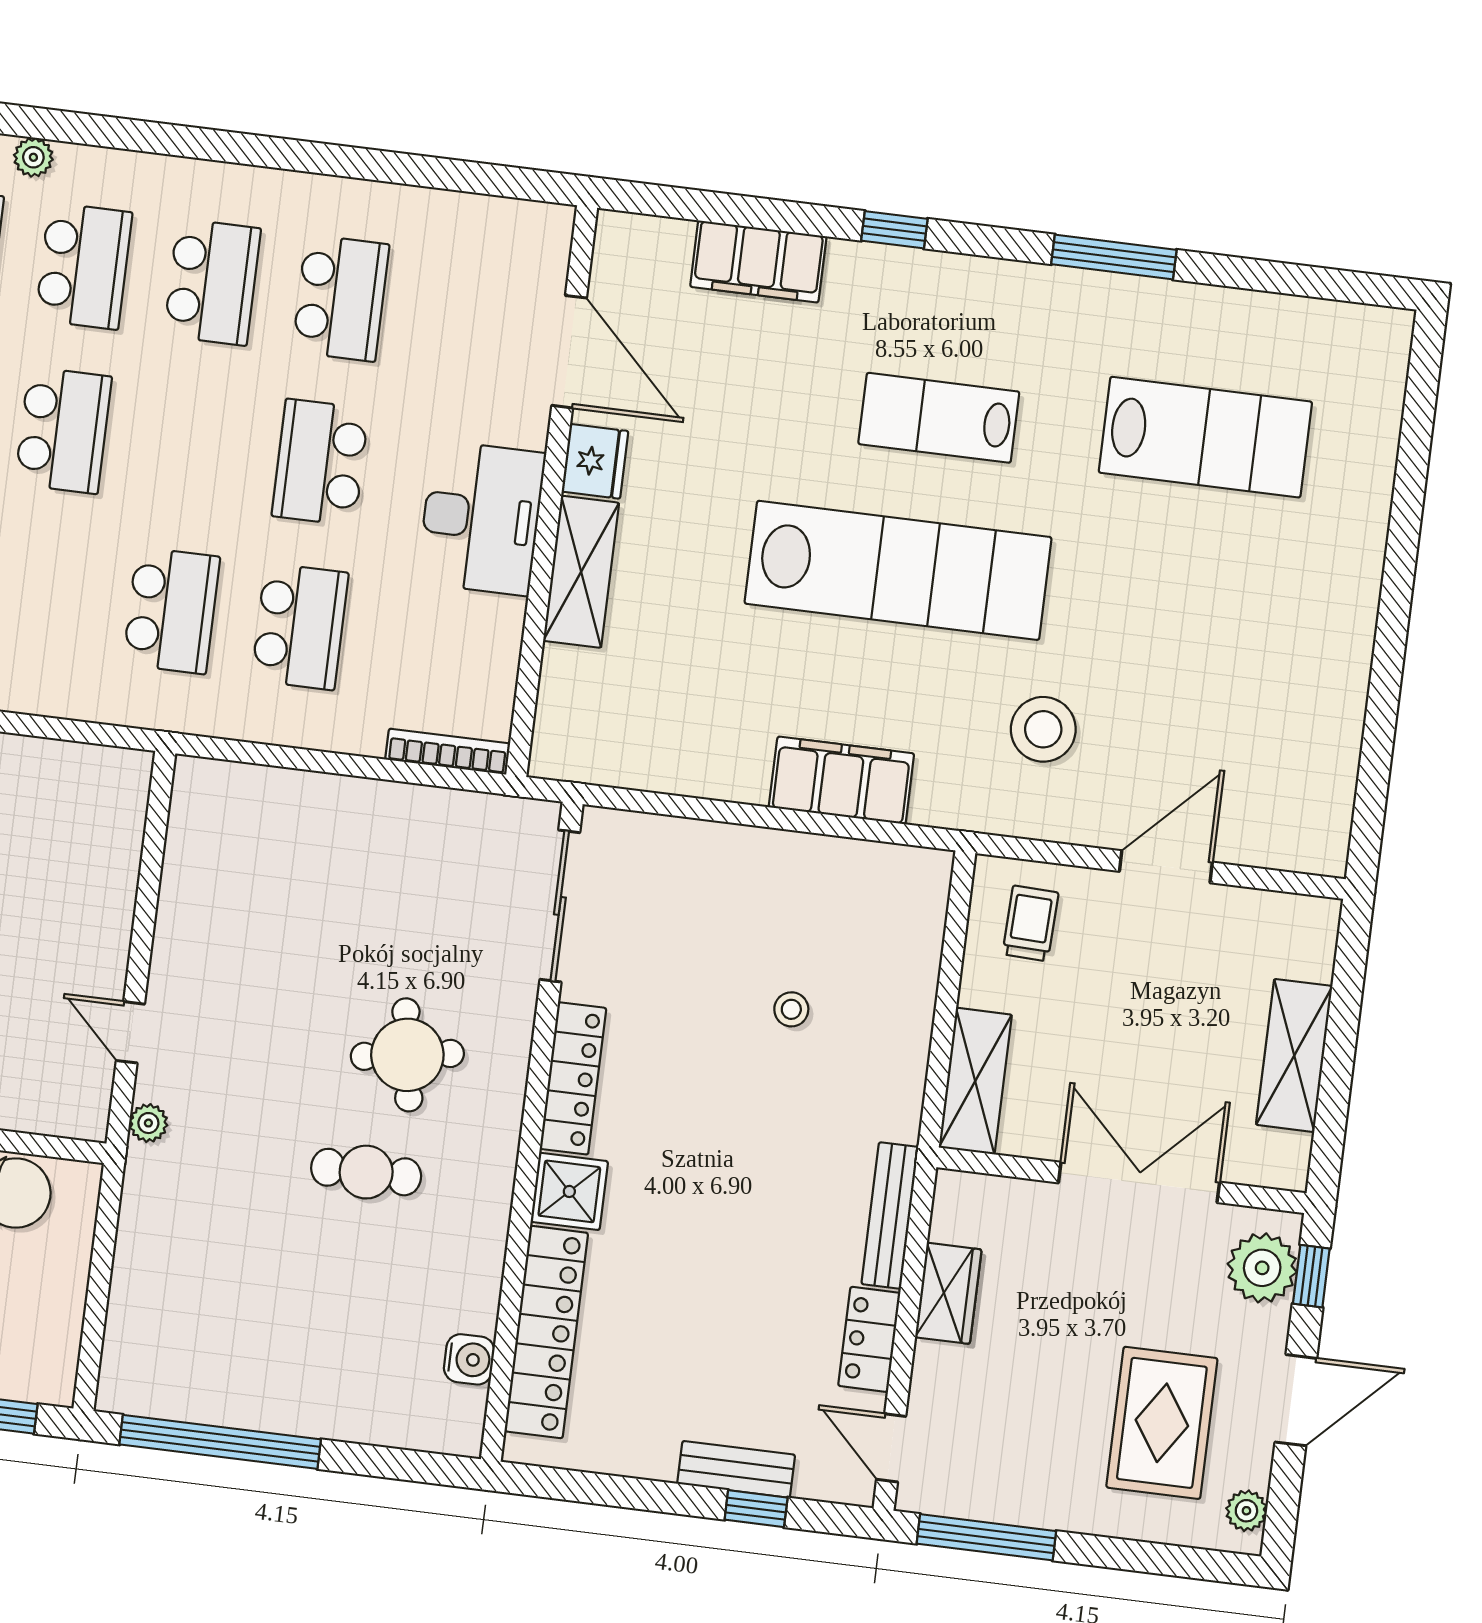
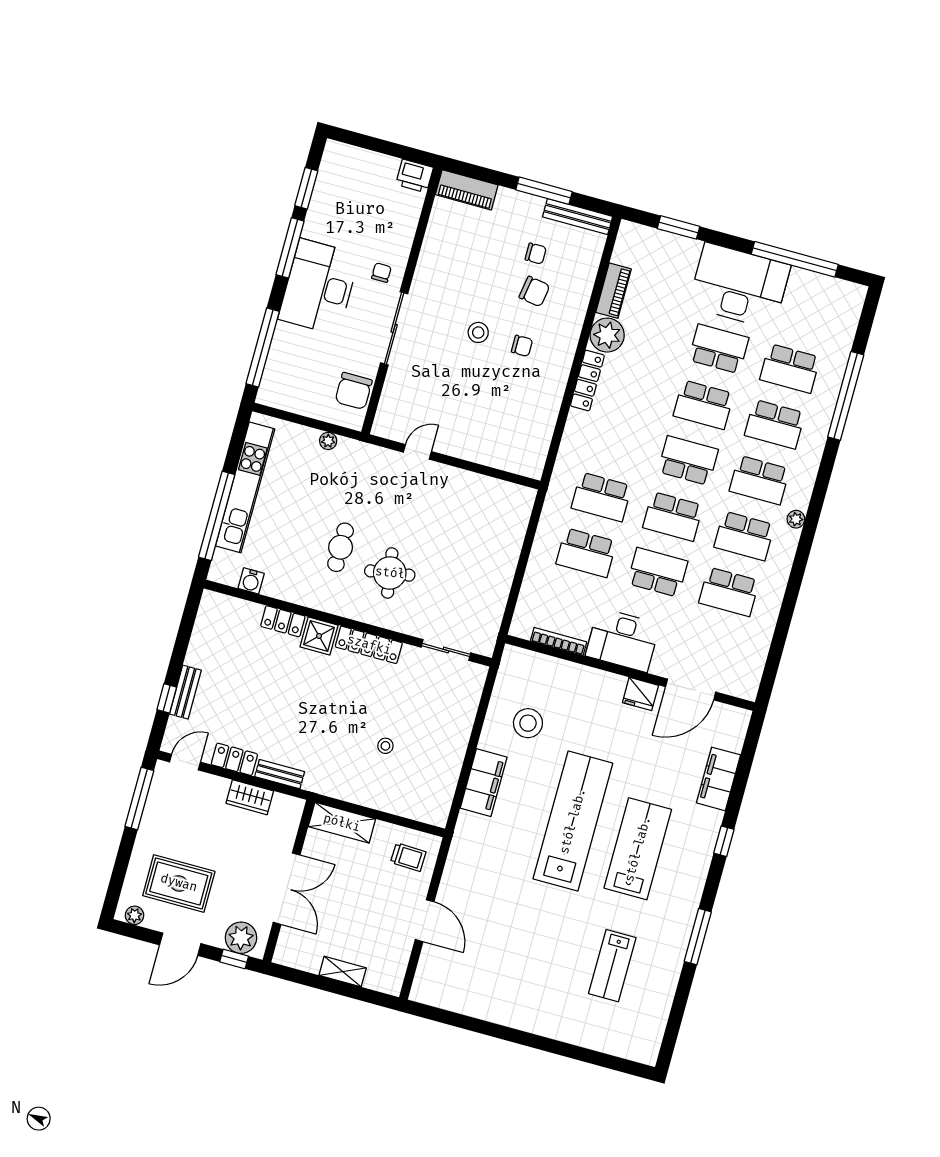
plant: (33, 157) -> (796, 519), moved
lab bench: (939, 418) -> (638, 849), width x1.36, depth x1.39
school desk: (63, 430) -> (688, 461), turned 180
lab bench: (1205, 437) -> (612, 966), width x0.73, depth x0.72
school desk: (192, 446) -> (673, 516), added
lab bench: (898, 570) -> (573, 821), turned 180
shelving: (581, 572) -> (592, 681), removed
stool: (1043, 729) -> (528, 723), moved
bookcase: (448, 752) -> (559, 641), moved, turned -90
sliding door: (560, 906) -> (446, 650), width x0.73
shelving: (1294, 1055) -> (343, 972), width x0.67, depth x0.75
plant: (148, 1123) -> (328, 441), moved
bench: (890, 1216) -> (280, 774), width x0.73
locker: (546, 1332) -> (283, 621), width x0.46, depth x0.83
door: (1296, 1400) -> (180, 944), hinge flipped
kitchen unit: (264, 1402) -> (245, 487), added
window: (220, 1442) -> (217, 516), moved

